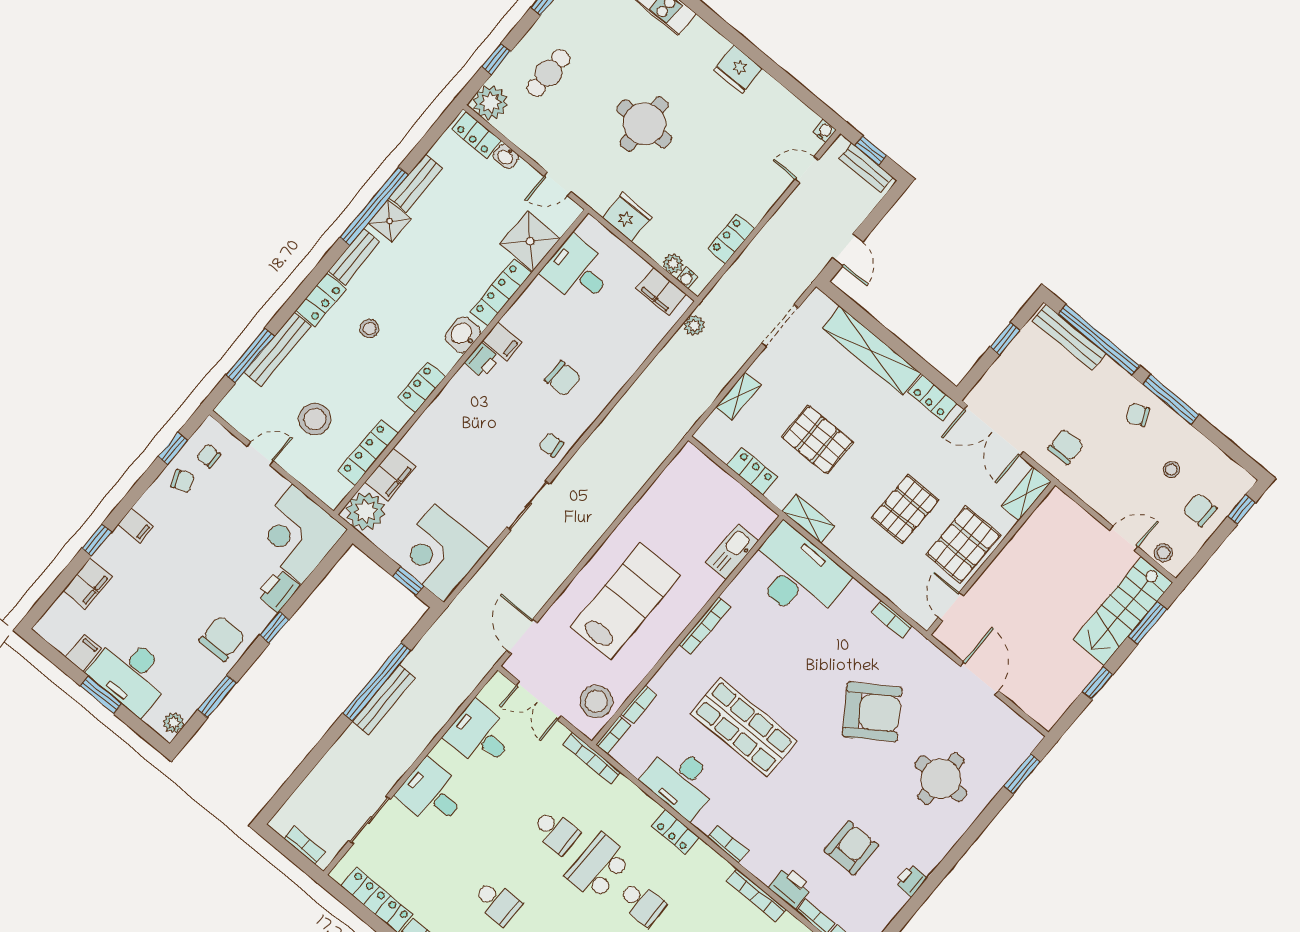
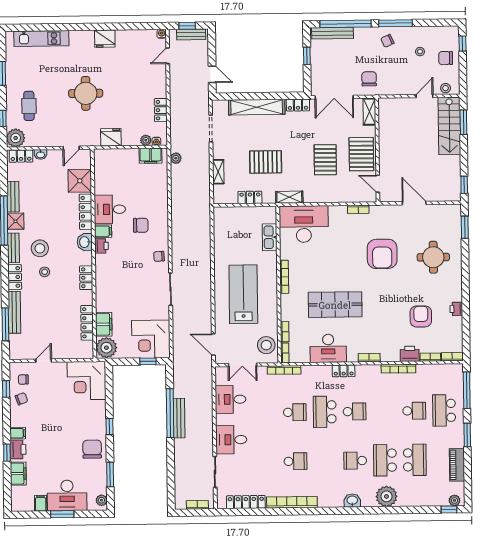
desk: (578, 271) -> (110, 209), moved
stool: (315, 419) -> (40, 248), moved
printer: (278, 590) -> (18, 449), moved, turned 180
window: (1097, 683) -> (464, 185), moved
armchair: (872, 712) -> (382, 254), turned 124

